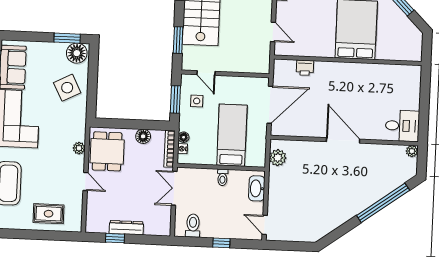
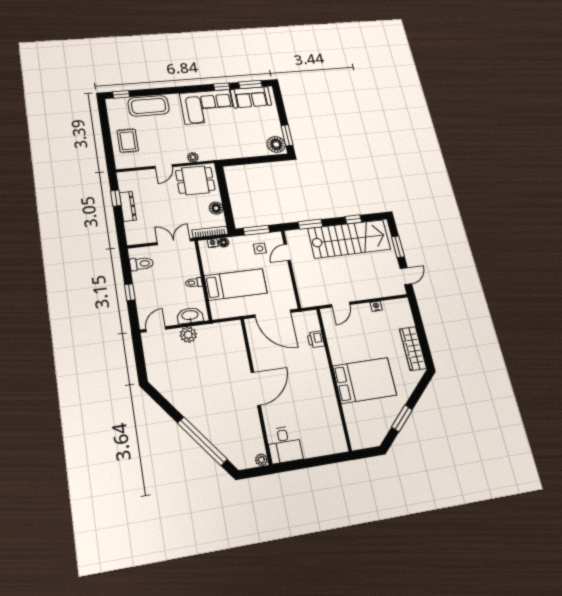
side table: (67, 88) -> (244, 141), removed
plant: (278, 158) -> (188, 335), moved

